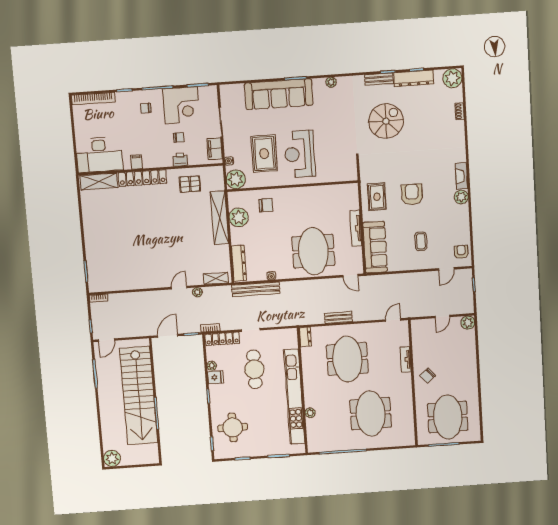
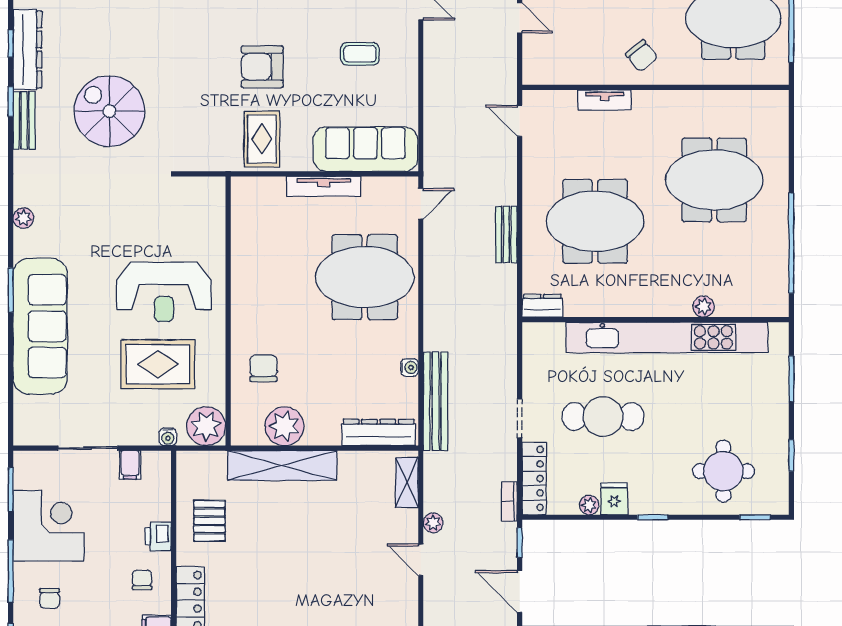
chair: (179, 137) -> (142, 580), moved
filing cabinet: (215, 149) -> (130, 465), width x0.50
rug: (377, 197) -> (262, 139), turned 90

